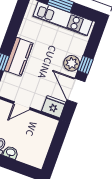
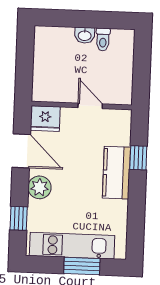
window: (85, 65) -> (19, 218), moved
door: (22, 106) -> (90, 106), hinge flipped

